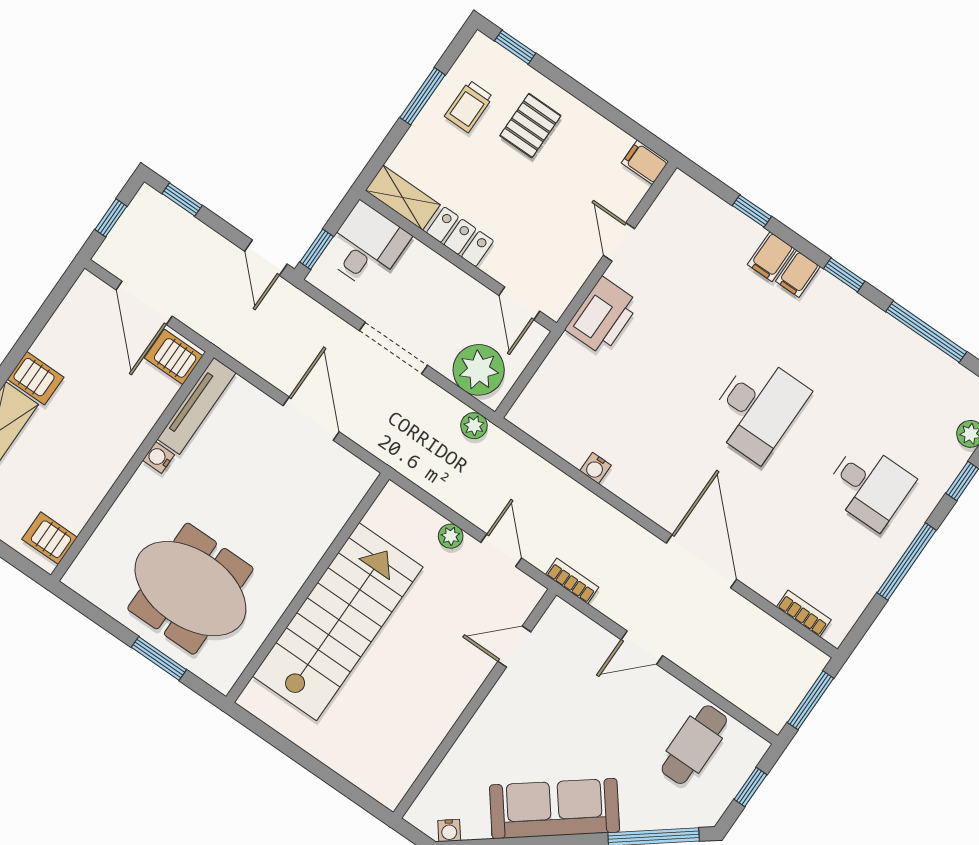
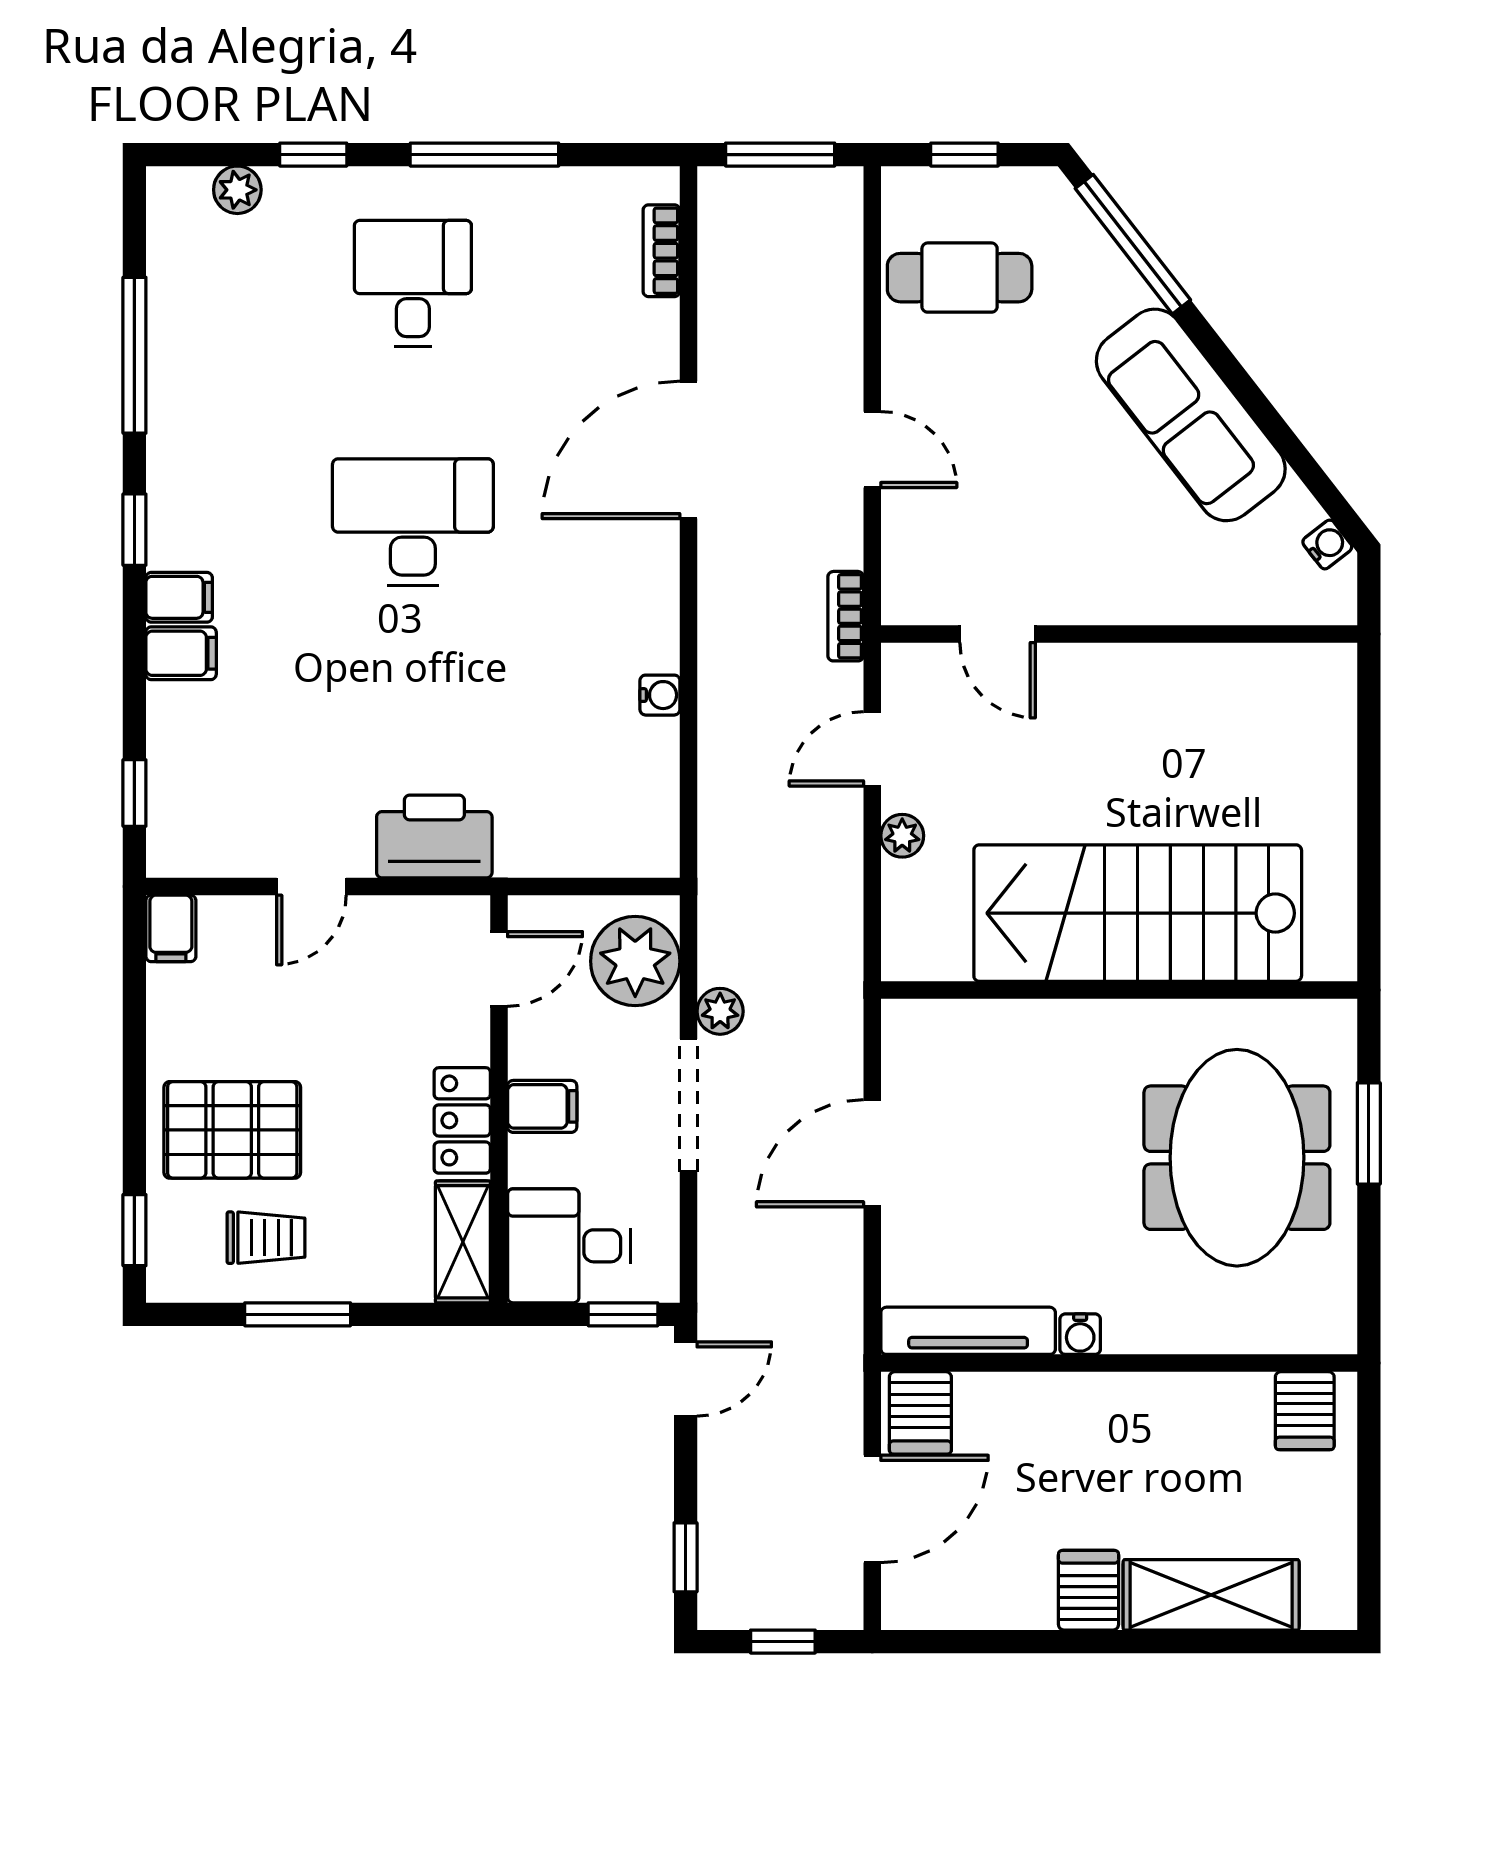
pallet: (530, 126) -> (232, 1130), width x1.50, depth x1.42
window: (752, 211) -> (134, 793), moved
filing cabinet: (441, 279) -> (542, 1106), added
plant: (474, 426) -> (720, 1011), moved

